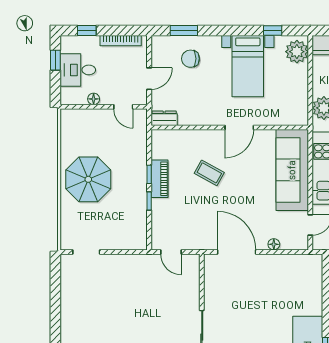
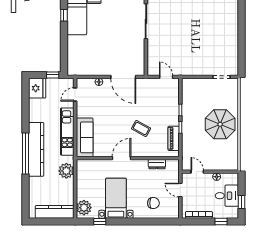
window: (184, 31) -> (158, 221), removed
door: (149, 79) -> (180, 190), hinge flipped
dresser: (164, 118) -> (157, 164), moved
sofa: (292, 170) -> (85, 137), width x0.74, depth x0.79
piano: (159, 179) -> (174, 138), moved

